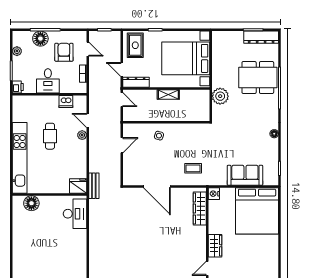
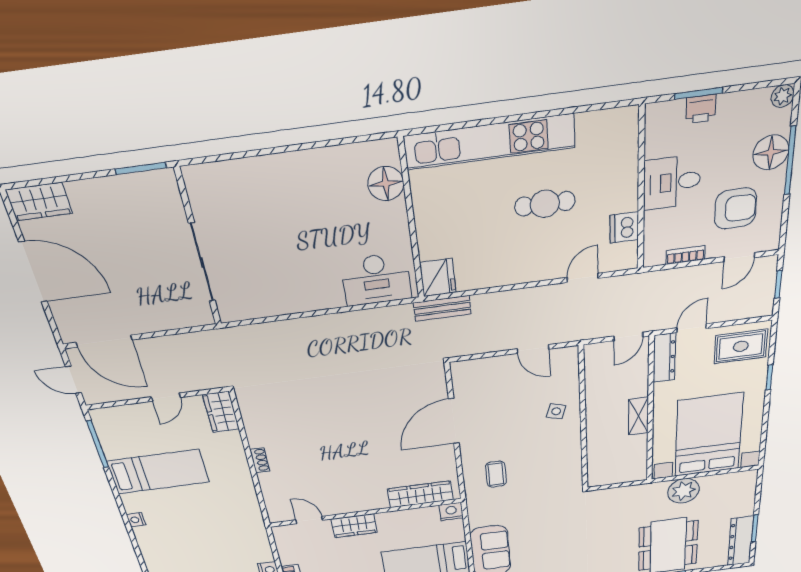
plant: (17, 51) -> (783, 96), moved
printer: (18, 87) -> (701, 109), moved
plant: (220, 96) -> (683, 491), moved
plant: (82, 135) -> (551, 271), removed

